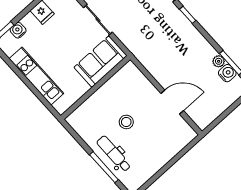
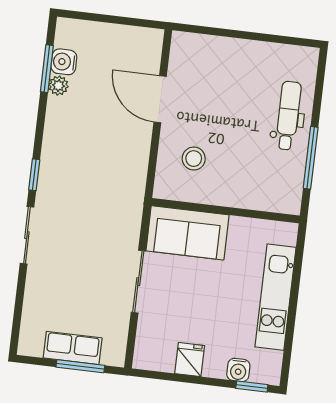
stool: (126, 122) -> (194, 159), moved
dental chair: (114, 154) -> (288, 116), turned 180
window: (104, 167) -> (311, 158), moved

